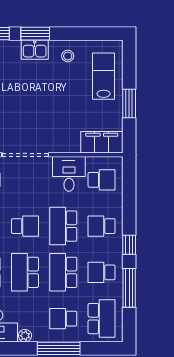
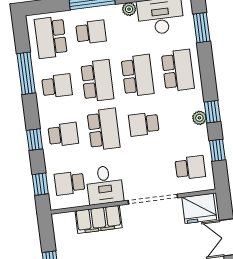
filing cabinet: (102, 142) -> (99, 219), moved
window: (129, 182) -> (40, 184), added
window: (129, 245) -> (35, 140), moved

